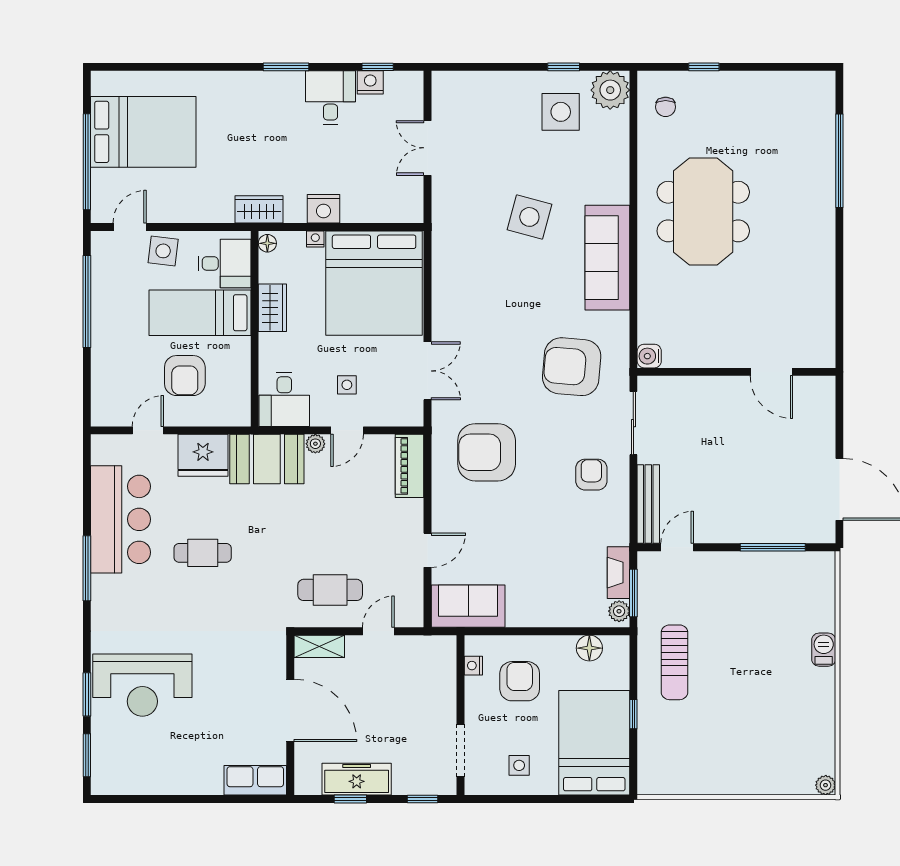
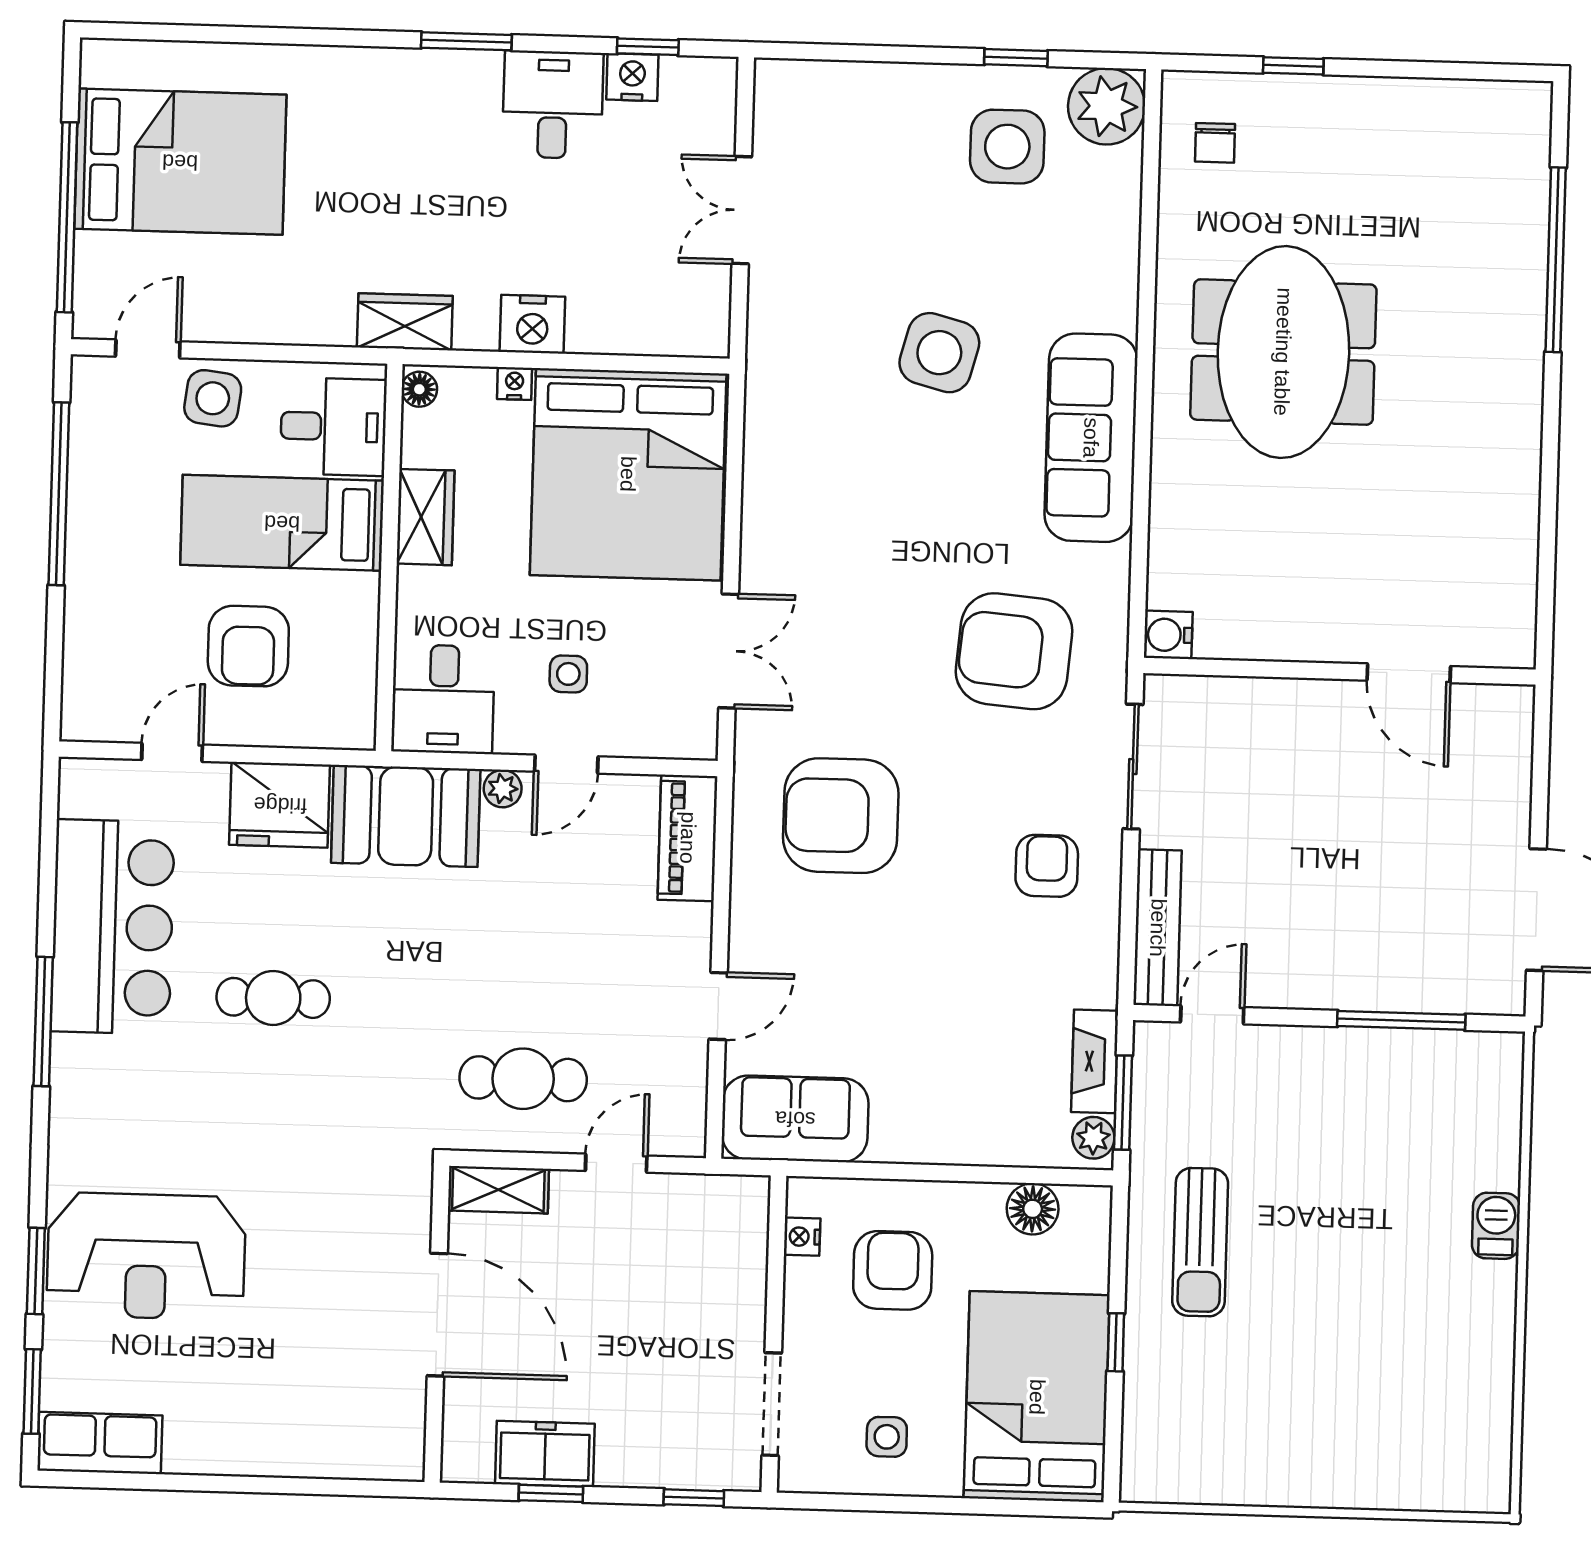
freezer: (357, 779) -> (545, 1454), width x0.71
row of seats: (255, 780) -> (100, 1443), moved
plant: (826, 785) -> (1492, 1494), removed

